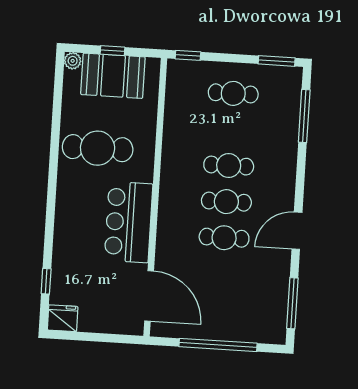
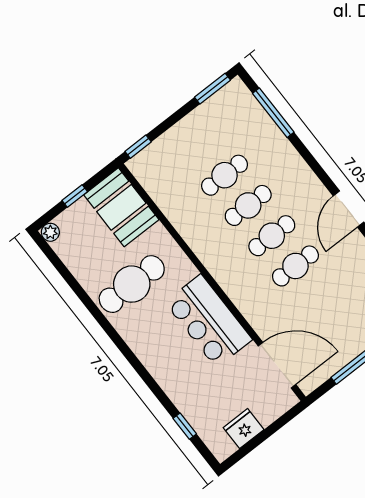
booth: (113, 76) -> (121, 207), moved, turned 90
cafe table: (233, 93) -> (225, 175), moved
fridge: (63, 318) -> (244, 429), moved

